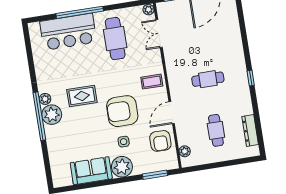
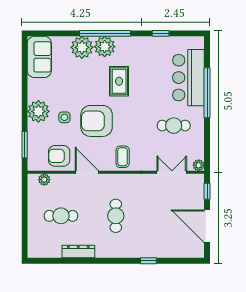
cafe table: (115, 39) -> (174, 126), width x0.73, depth x0.74
window: (31, 64) -> (161, 33), added
window: (251, 78) -> (148, 261), moved
plant: (45, 99) -> (82, 47), moved, width x1.88, depth x1.88
armchair: (122, 111) -> (97, 121), turned -90
dresser: (250, 131) -> (78, 252), moved
sofa: (91, 171) -> (39, 57), moved

